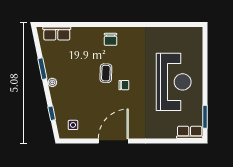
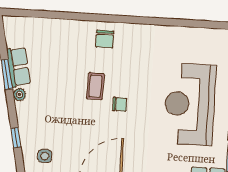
row of seats: (57, 33) -> (19, 67), moved, turned -102
reception desk: (174, 82) -> (190, 104), turned 180

